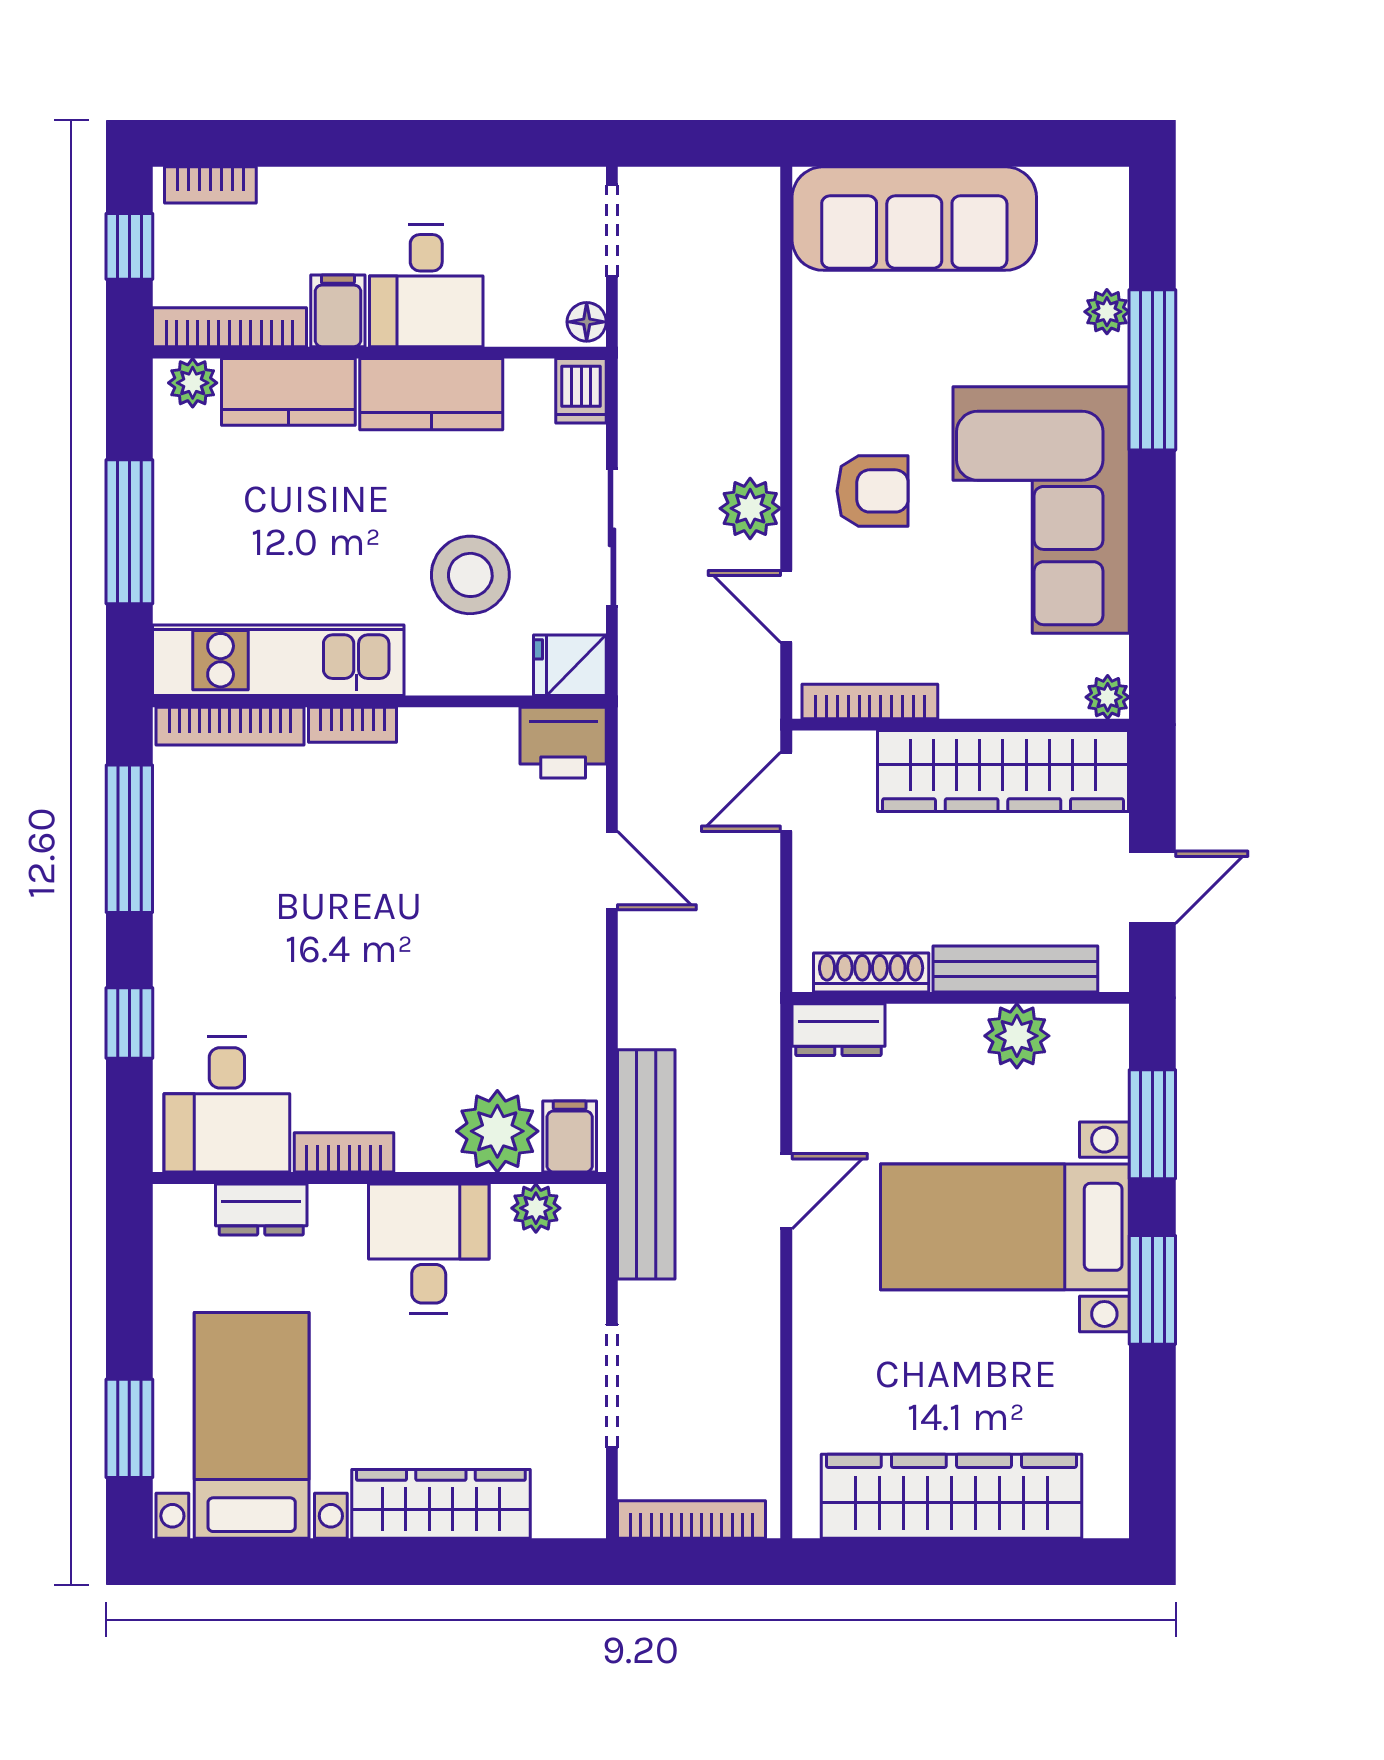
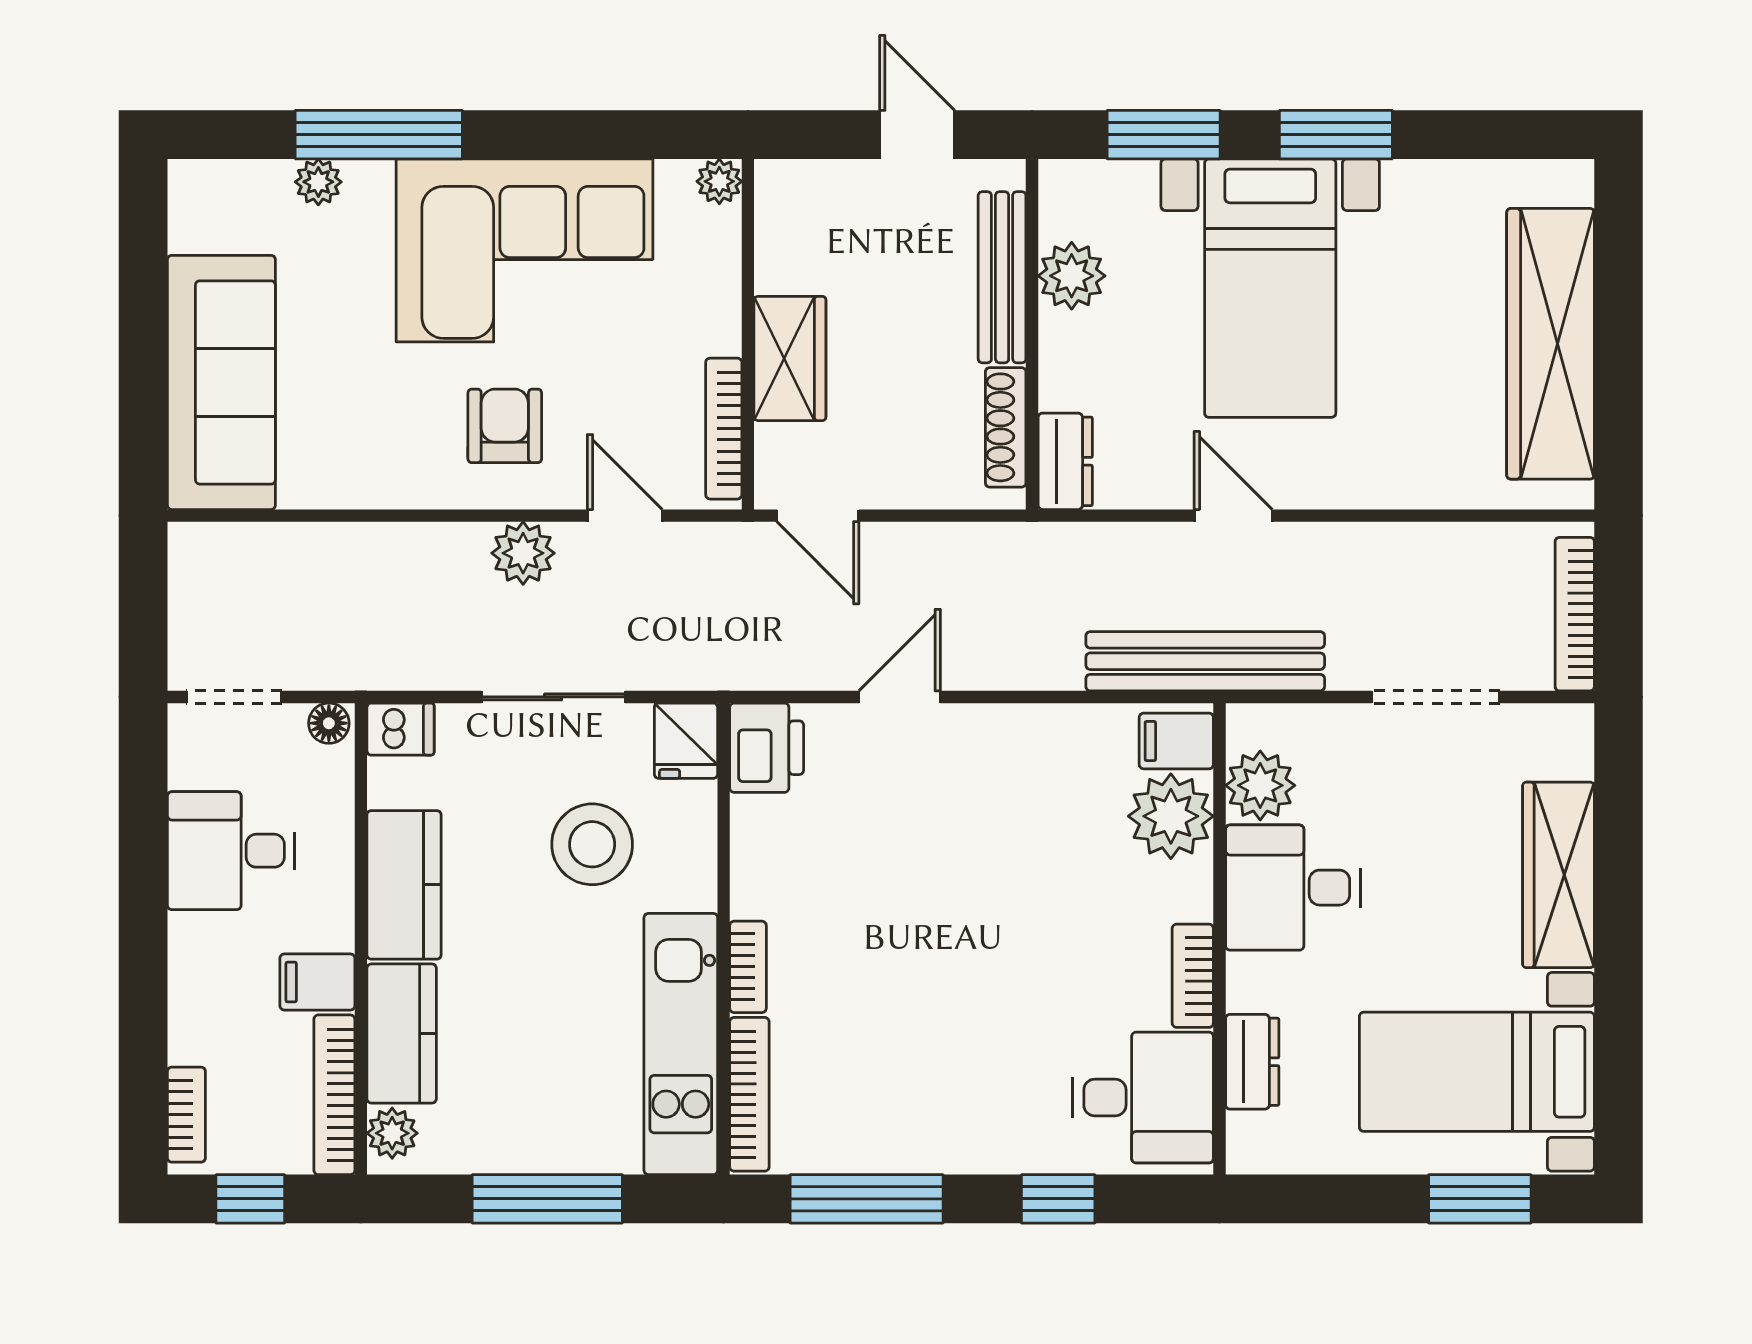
desk: (426, 286) -> (231, 851), moved, turned 180
door: (786, 606) -> (625, 516), swing flipped
wardrobe: (1003, 771) -> (790, 358), width x0.48, depth x0.85
plant: (536, 1208) -> (1260, 785), width x1.38, depth x1.38

